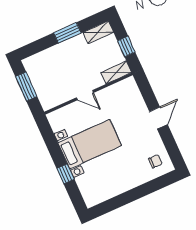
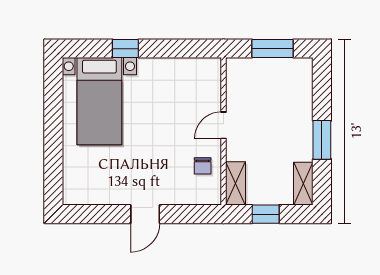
door: (158, 118) -> (145, 214), hinge flipped
bed with nightstands: (90, 144) -> (99, 101), moved
chair: (155, 161) -> (203, 166), moved

